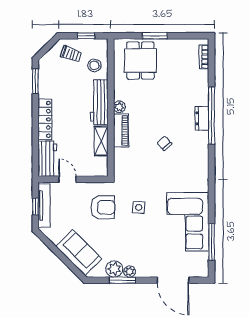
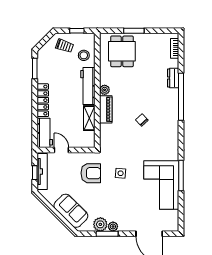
dresser: (202, 118) -> (173, 78), moved
window: (212, 242) -> (181, 176), moved

